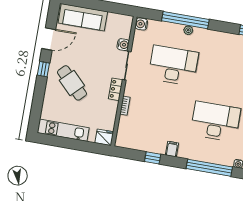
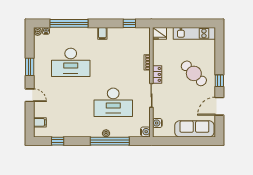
water cooler: (123, 45) -> (157, 123), moved
window: (153, 158) -> (129, 23), moved

